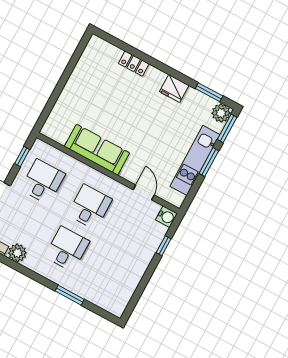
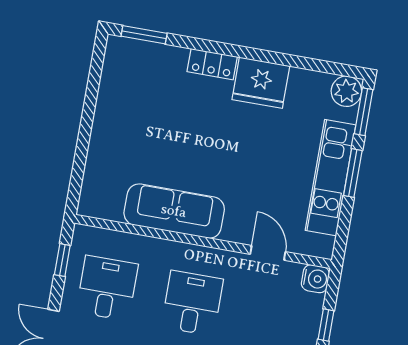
locker: (134, 64) -> (212, 64), moved
fridge: (174, 88) -> (261, 83), width x1.36, depth x1.34
window: (209, 92) -> (144, 35), moved

